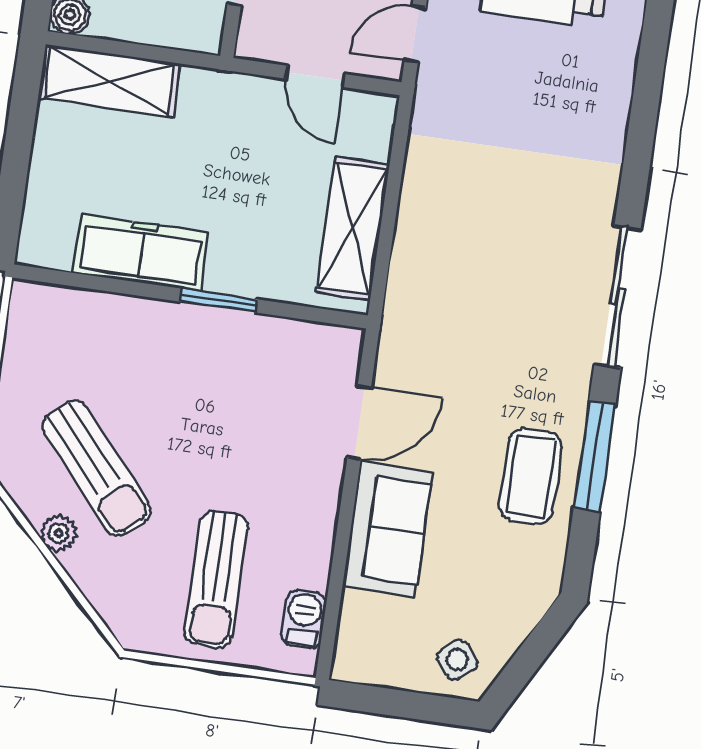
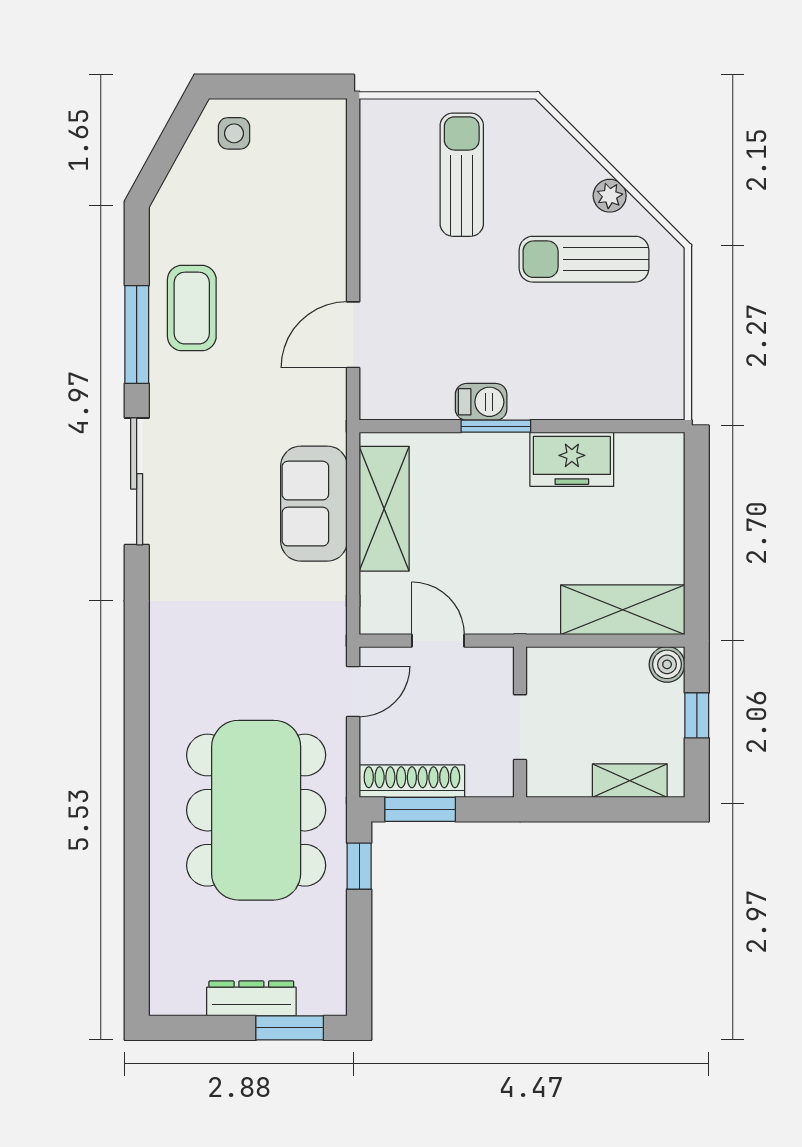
freezer: (141, 253) -> (572, 459), width x0.71
sun lounger: (97, 468) -> (584, 259), turned -49
sofa: (387, 529) -> (314, 504), moved
barbecue: (304, 619) -> (481, 402), moved, turned -90
side table: (457, 660) -> (234, 133), turned 38

